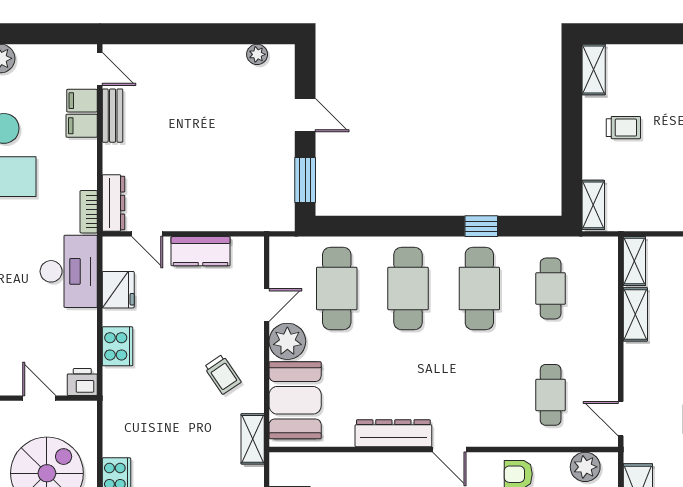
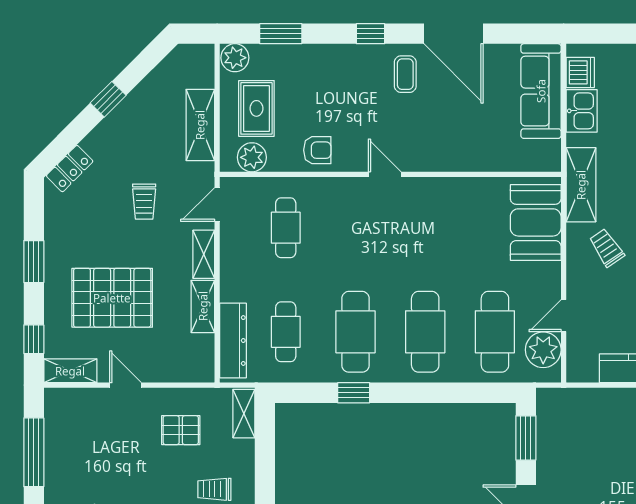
pallet: (658, 188) -> (181, 430), added
shelving: (634, 261) -> (204, 254), moved
plant: (287, 341) -> (543, 350), moved
door: (621, 419) -> (217, 205), swing flipped
dresser: (393, 433) -> (233, 341), moved, turned -90
shelving: (253, 439) -> (581, 185), width x1.50, depth x1.33

